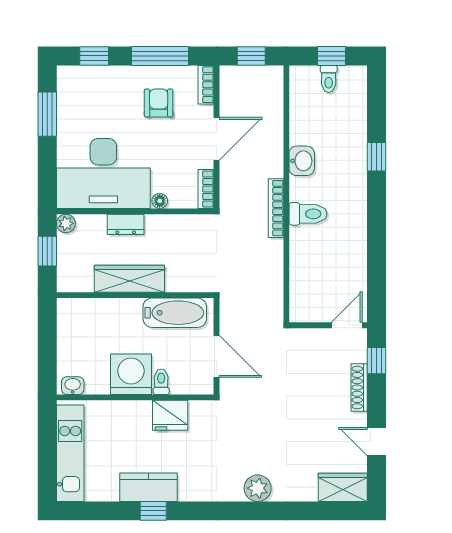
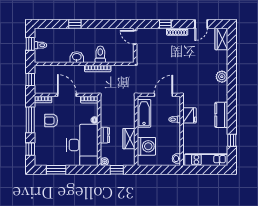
wardrobe: (129, 279) -> (129, 139), width x0.67
wall: (328, 325) -> (135, 45), moved
door: (347, 325) -> (135, 37), moved
washing machine: (131, 374) -> (146, 146), moved, turned 180
kitchen counter: (149, 487) -> (221, 115), moved
window: (153, 511) -> (232, 140), moved

